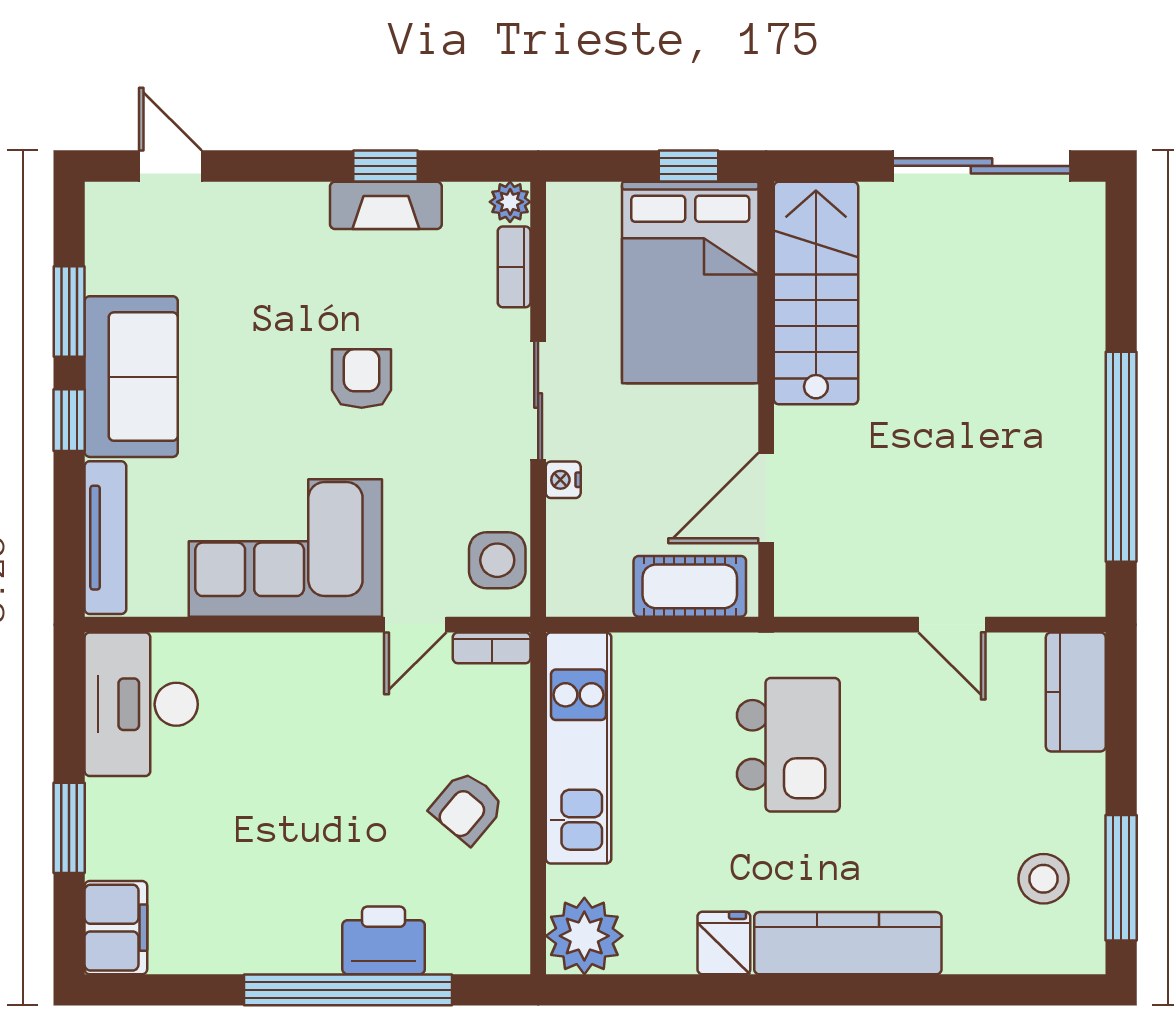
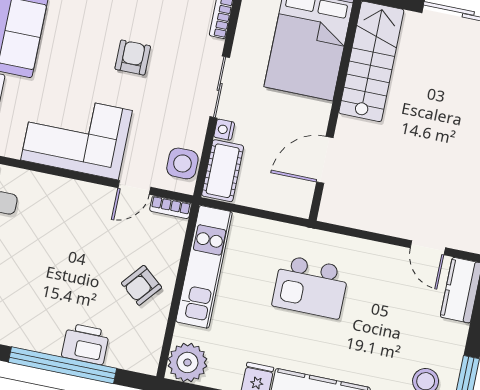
cot: (690, 586) -> (223, 171), moved, turned 90
door: (952, 625) -> (428, 248), moved
kitchen island: (788, 745) -> (310, 287), turned 90

